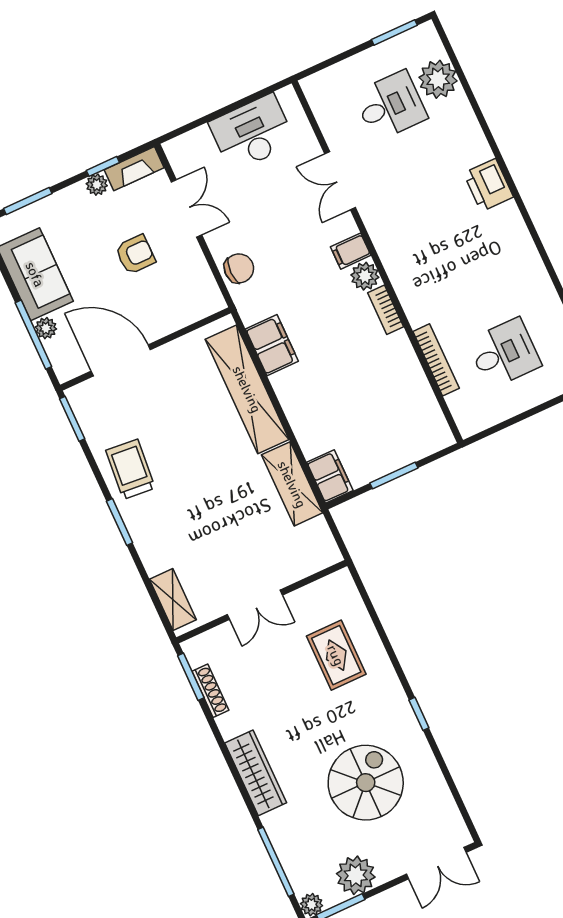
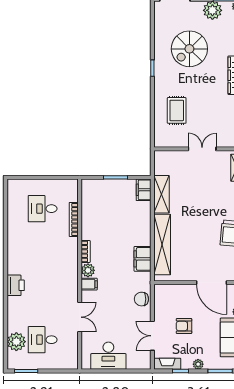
plant: (97, 185) -> (198, 364), moved

